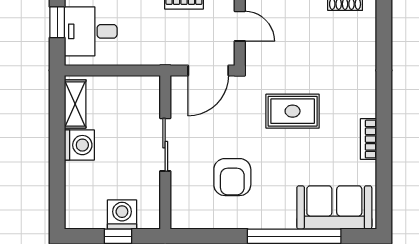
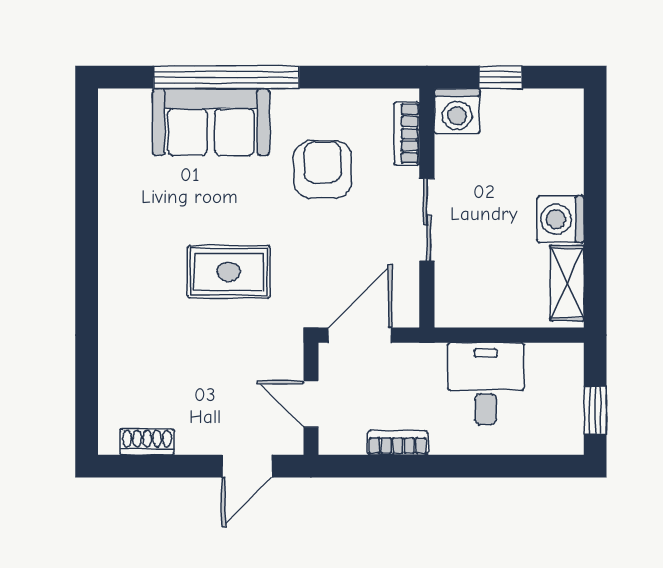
desk: (91, 31) -> (486, 384), moved, turned -90
bookcase: (369, 139) -> (407, 134), moved, turned 180
sofa: (334, 207) -> (211, 122), moved
washing machine: (122, 215) -> (457, 111), moved

